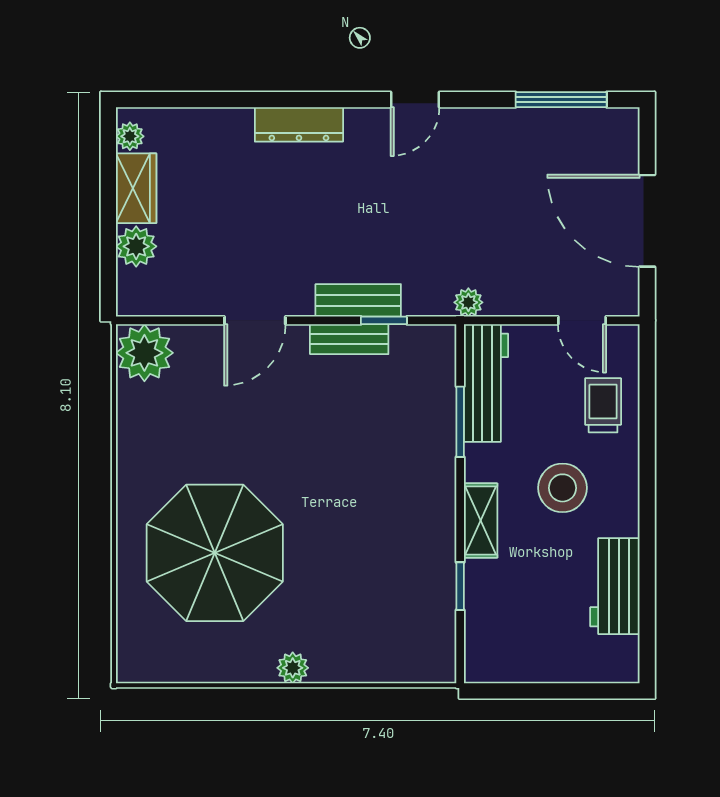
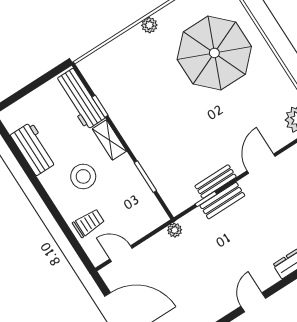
workbench: (486, 383) -> (80, 99), moved
trolley: (603, 405) -> (89, 223), turned -90

